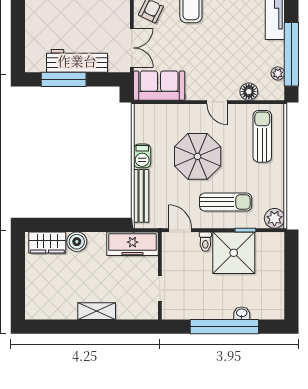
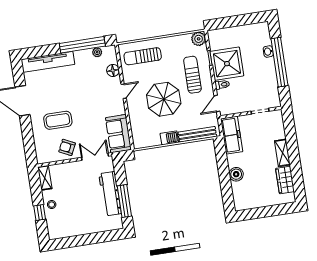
wardrobe: (47, 243) -> (285, 180), moved, turned 180

